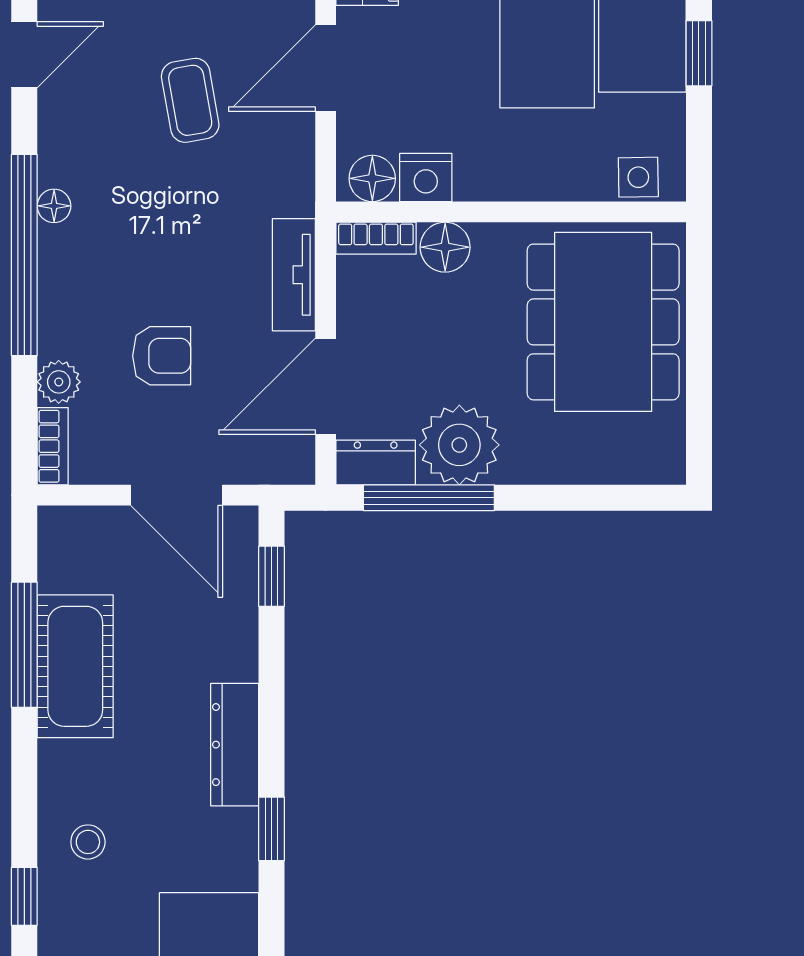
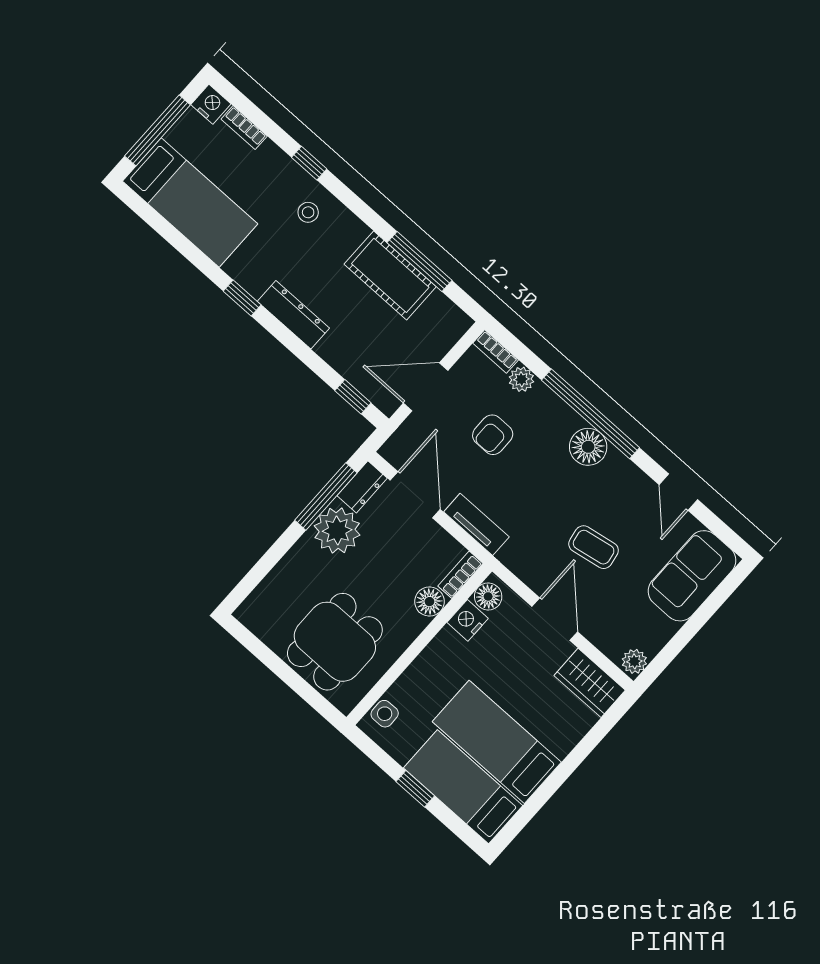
floor lamp: (54, 206) -> (588, 447), width x1.89, depth x1.89
dining table: (603, 322) -> (335, 642), width x0.73

